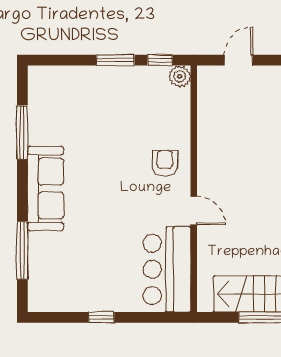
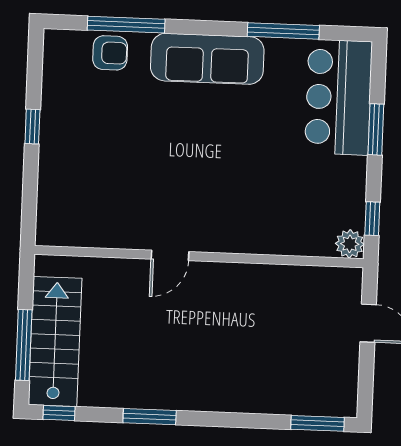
window: (115, 60) -> (376, 129), moved
armchair: (165, 163) -> (110, 53), moved
bar counter: (167, 269) -> (338, 97), moved, turned -90

